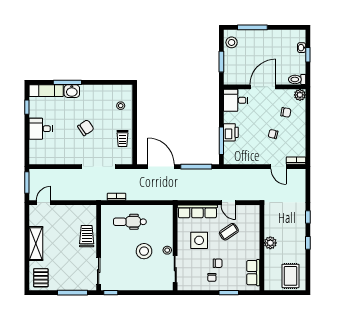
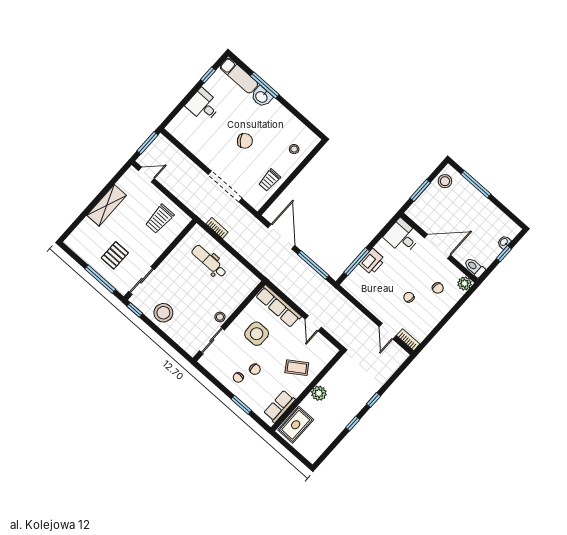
coffee table: (229, 232) -> (297, 368), moved
trolley: (87, 236) -> (160, 219), moved, turned 180
stool: (144, 251) -> (163, 313), moved
rug: (290, 276) -> (296, 425), moved
pallet: (41, 278) -> (115, 255), moved

